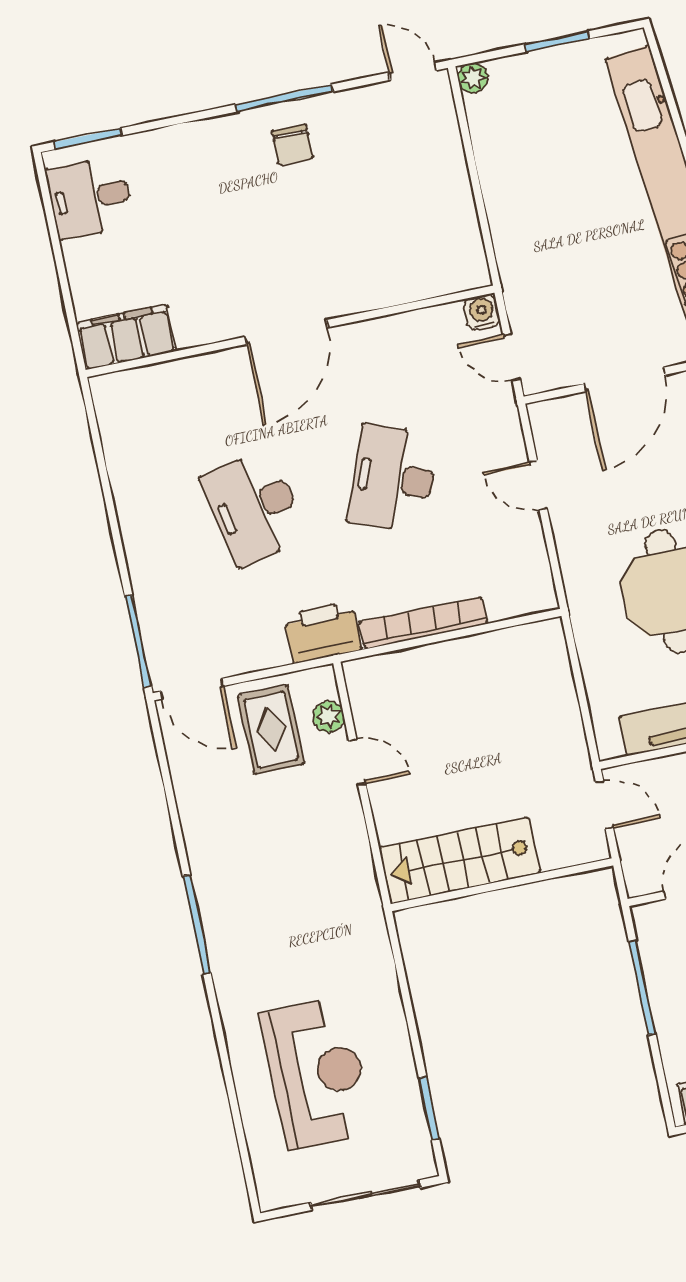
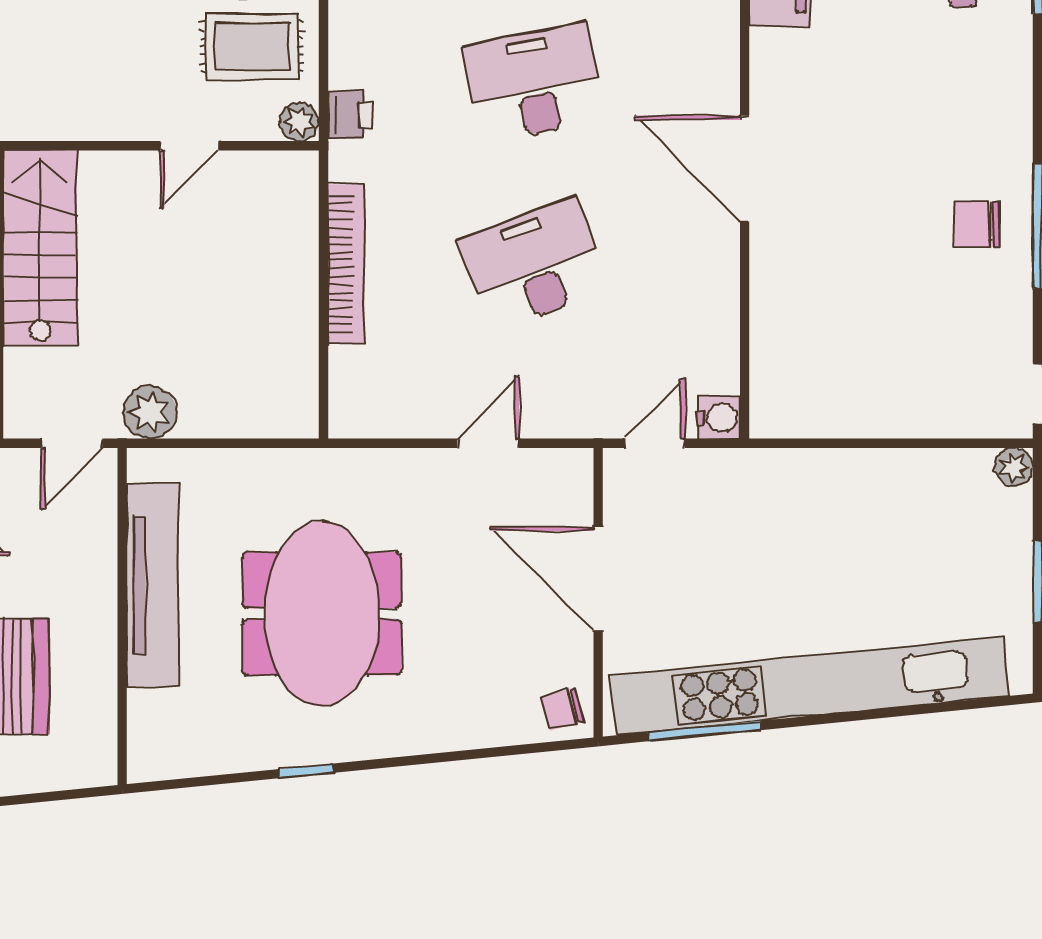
desk: (393, 479) -> (534, 264), turned -42
printer: (323, 632) -> (350, 115), width x0.53, depth x0.68
plant: (329, 717) -> (299, 122), moved
plant: (568, 750) -> (150, 412), added

